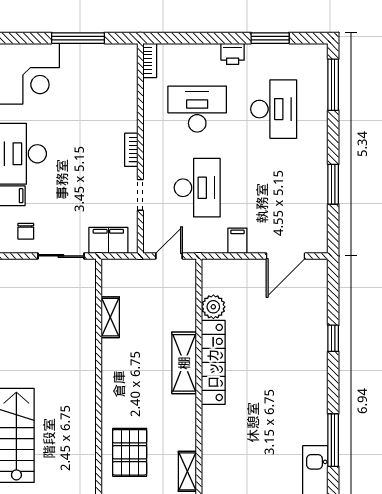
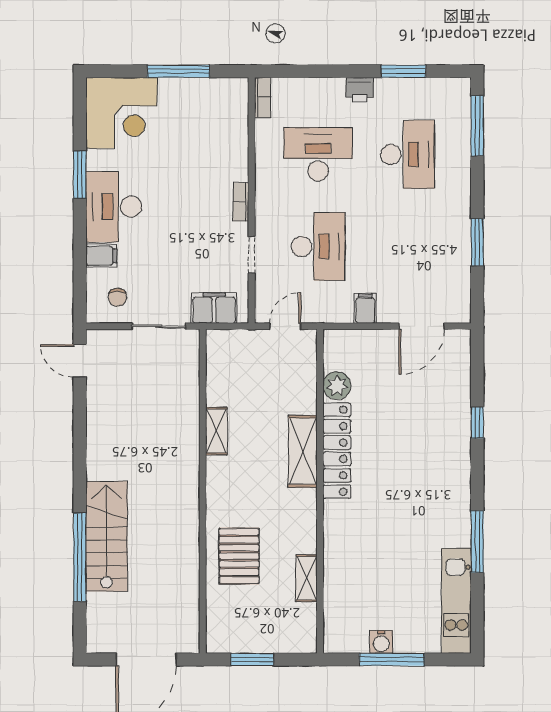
shelving: (110, 317) -> (216, 431), moved

